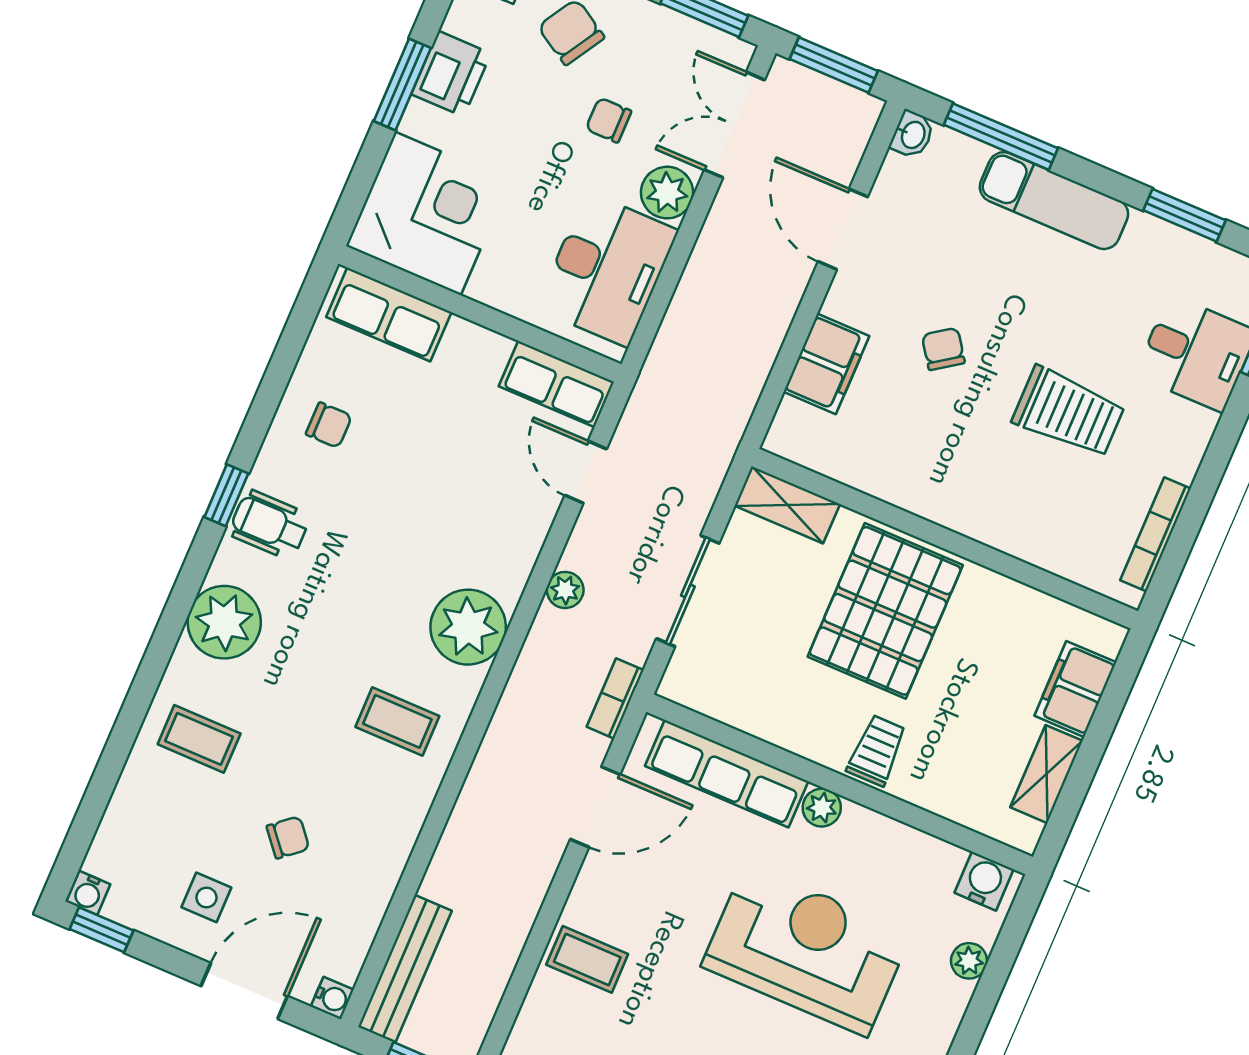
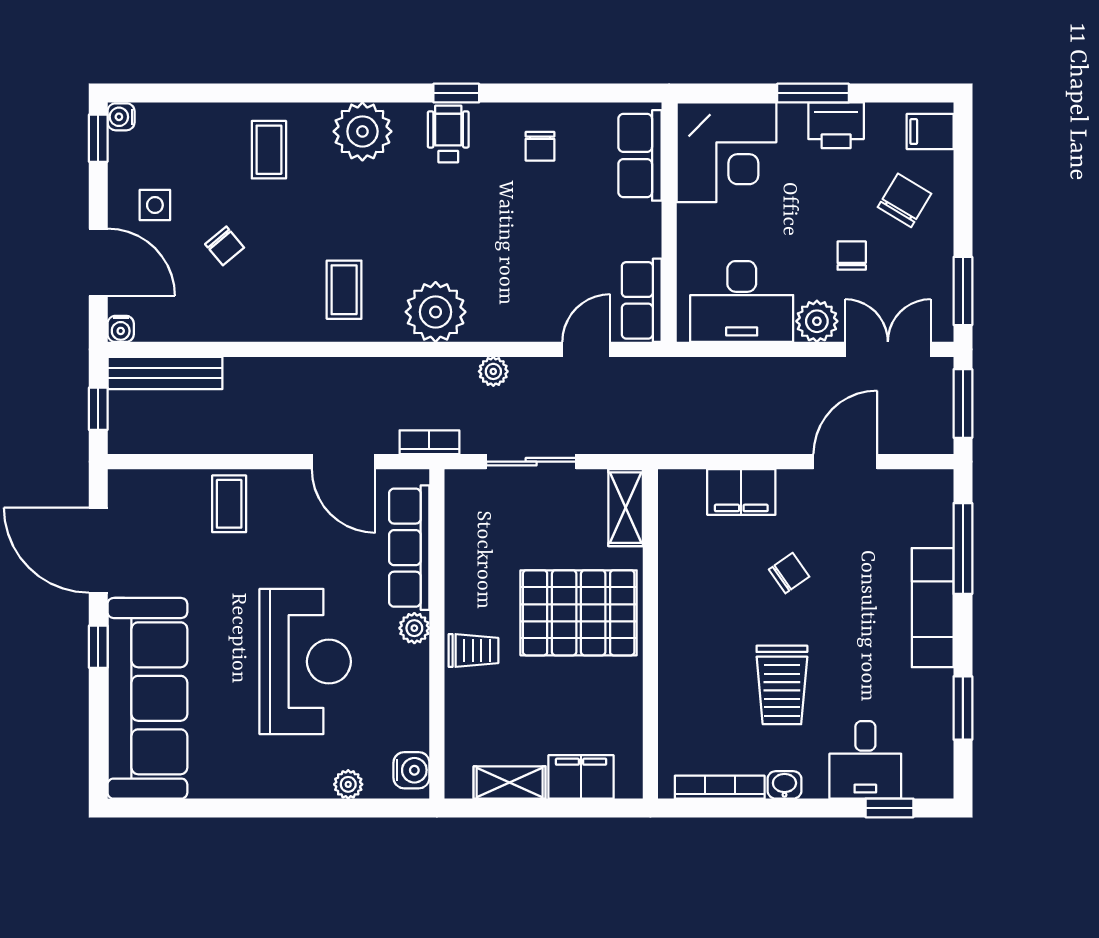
washbasin: (912, 135) -> (784, 785), moved, turned 180

